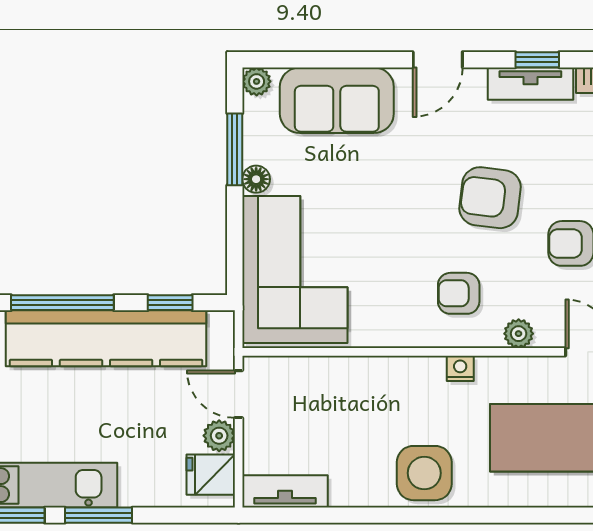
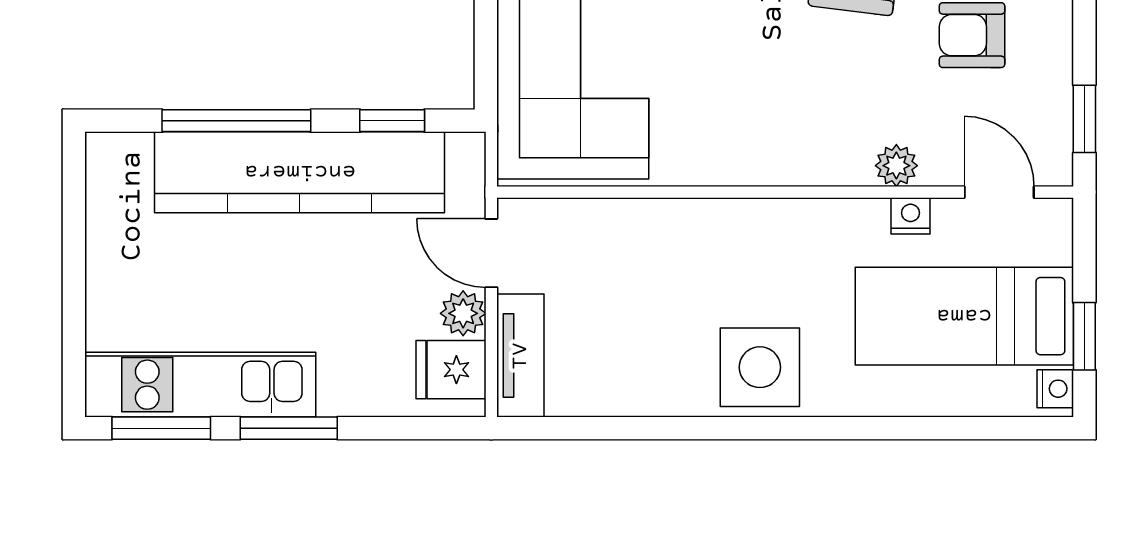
armchair: (459, 293) -> (810, 107), removed
nightstand: (460, 368) -> (910, 216), moved
tv unit: (285, 491) -> (520, 356), moved, turned 90

